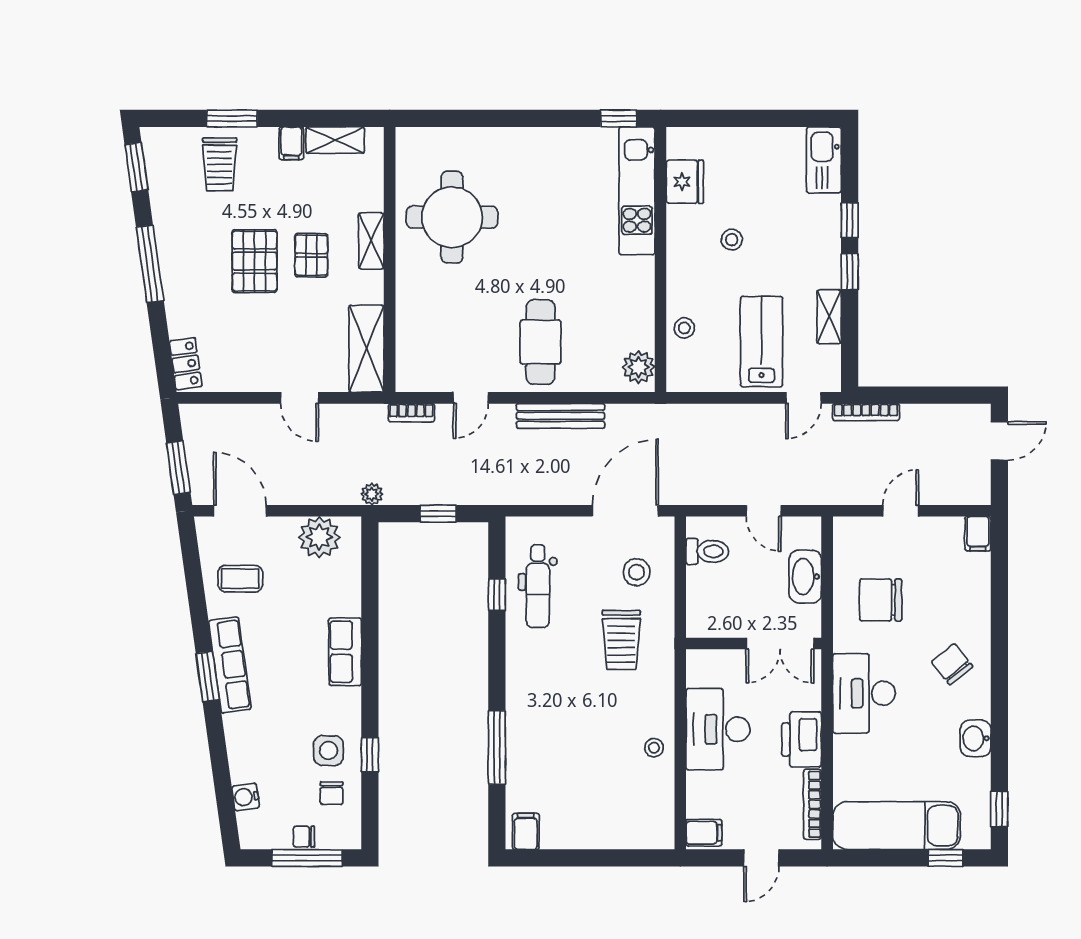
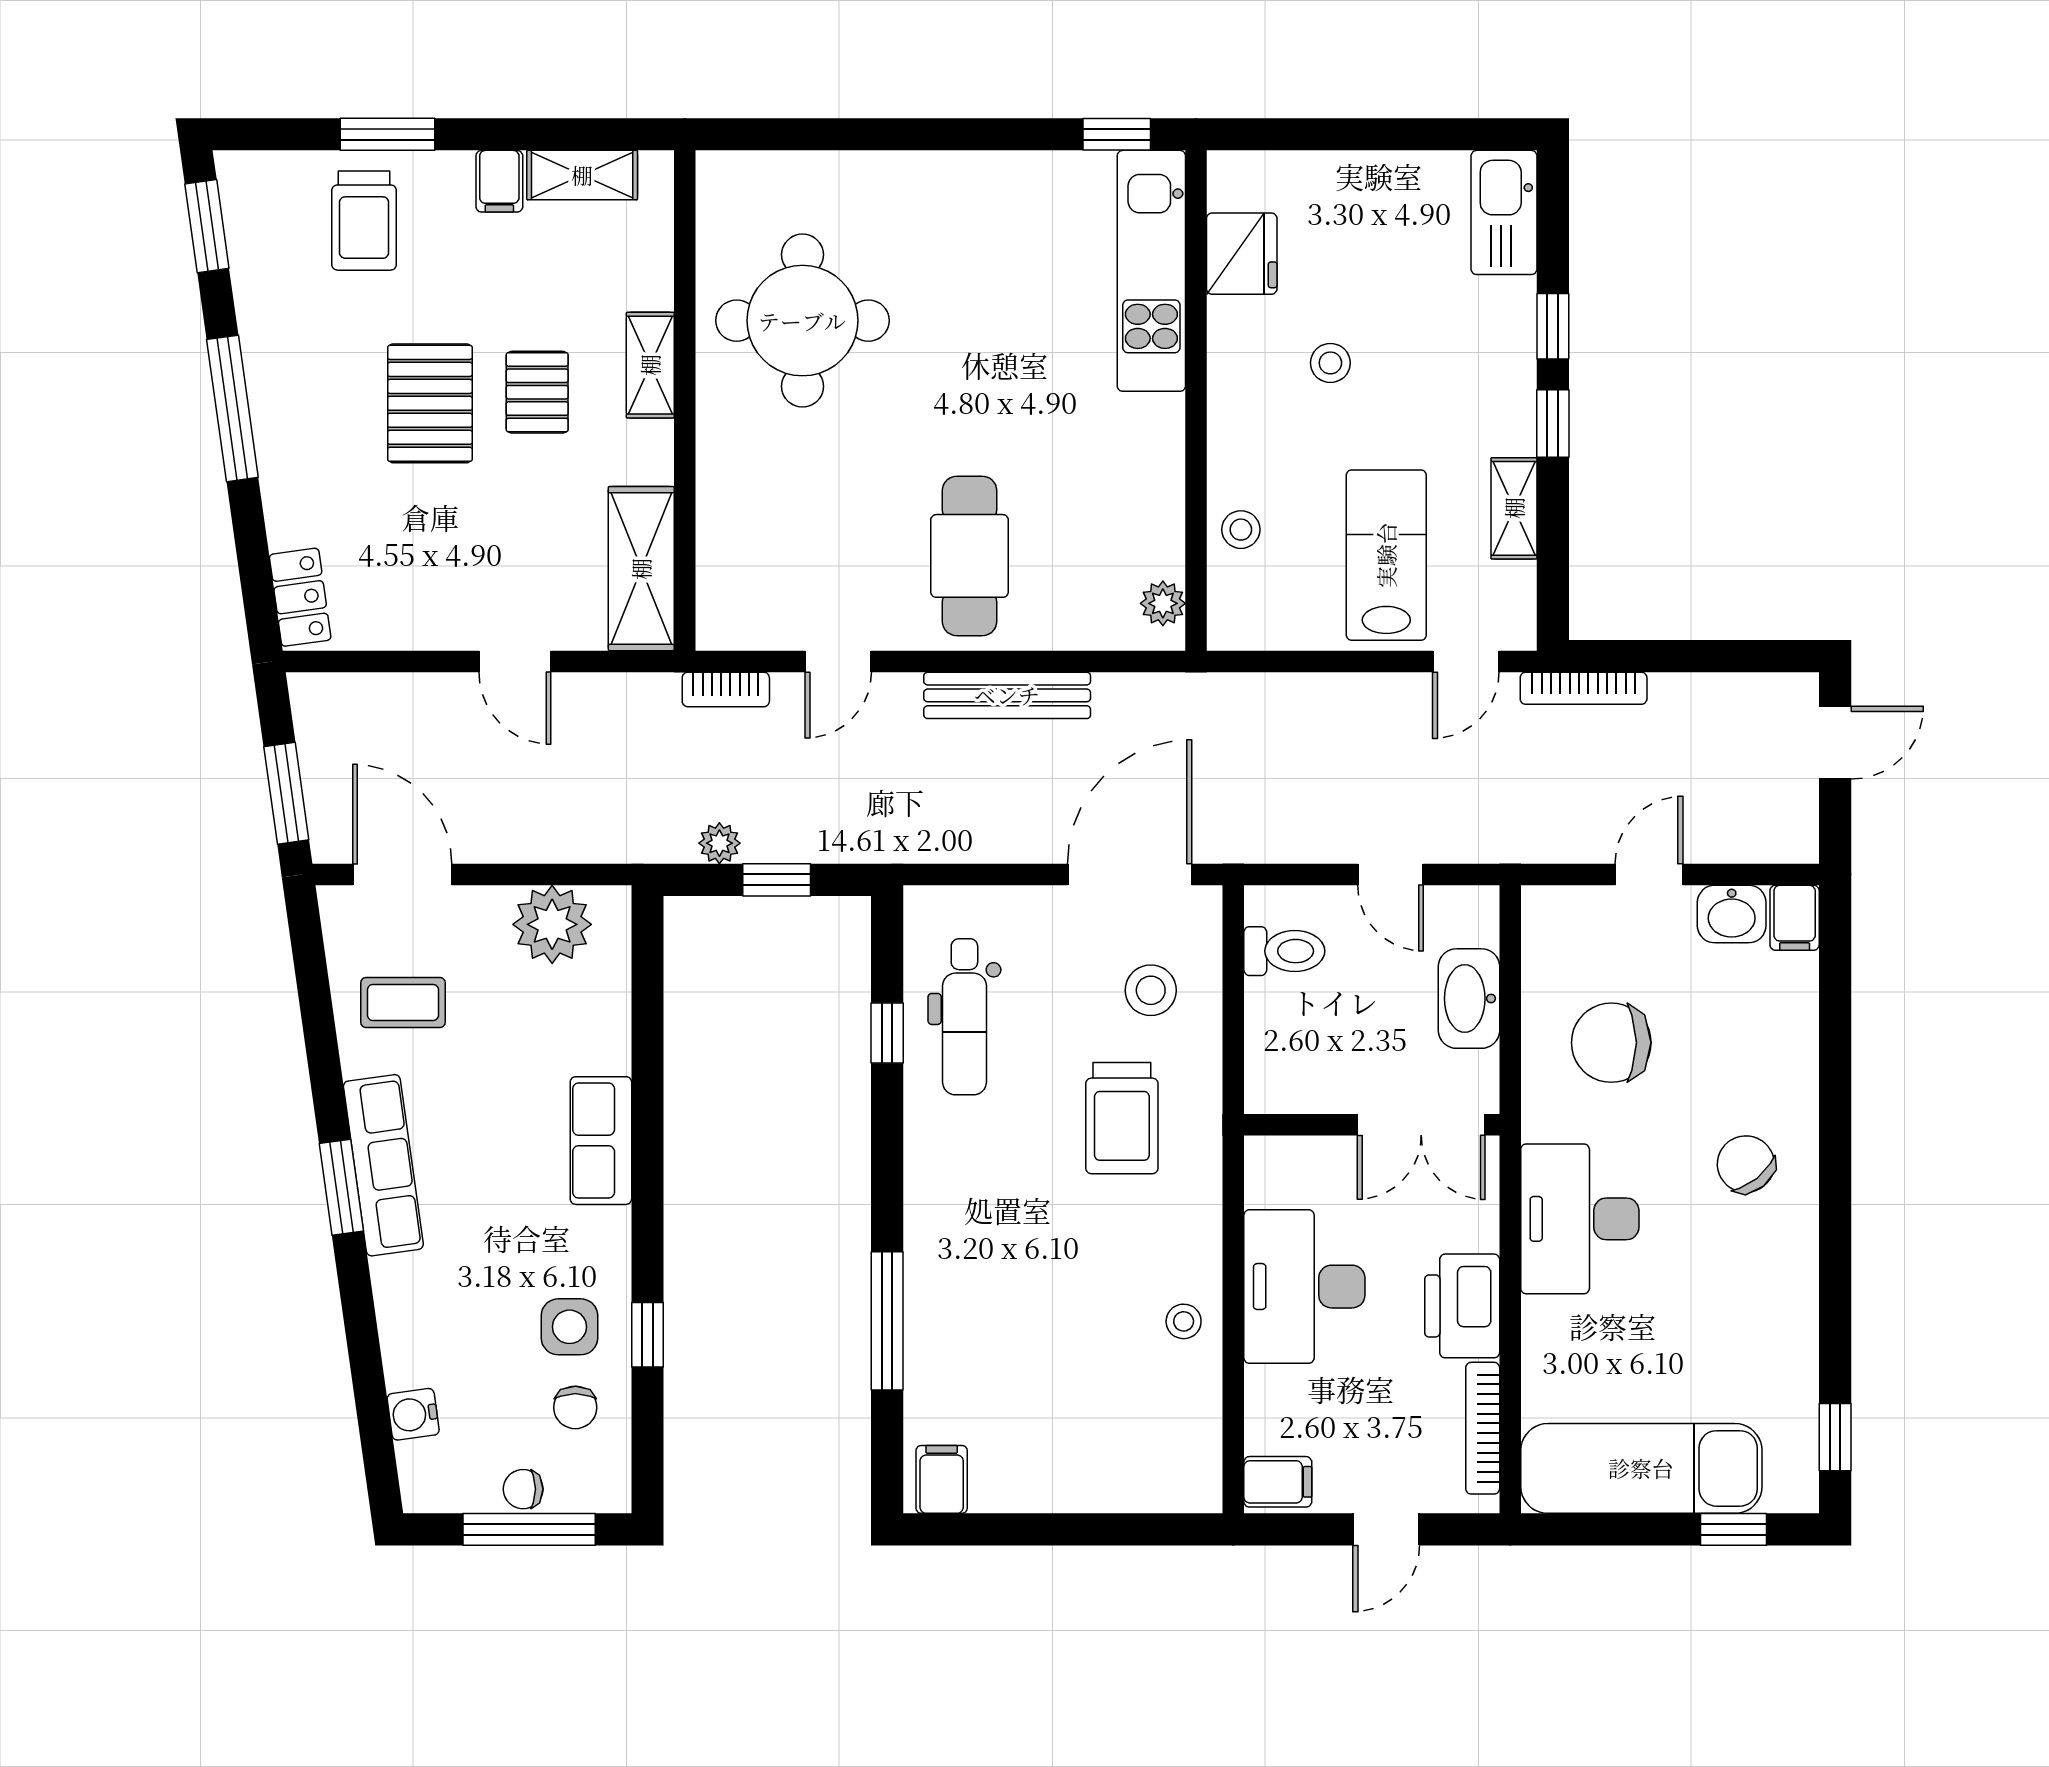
plant: (639, 367) -> (1163, 603), width x0.73, depth x0.73
plant: (372, 494) -> (719, 843), moved
washbasin: (975, 738) -> (1732, 914), moved, turned -90

